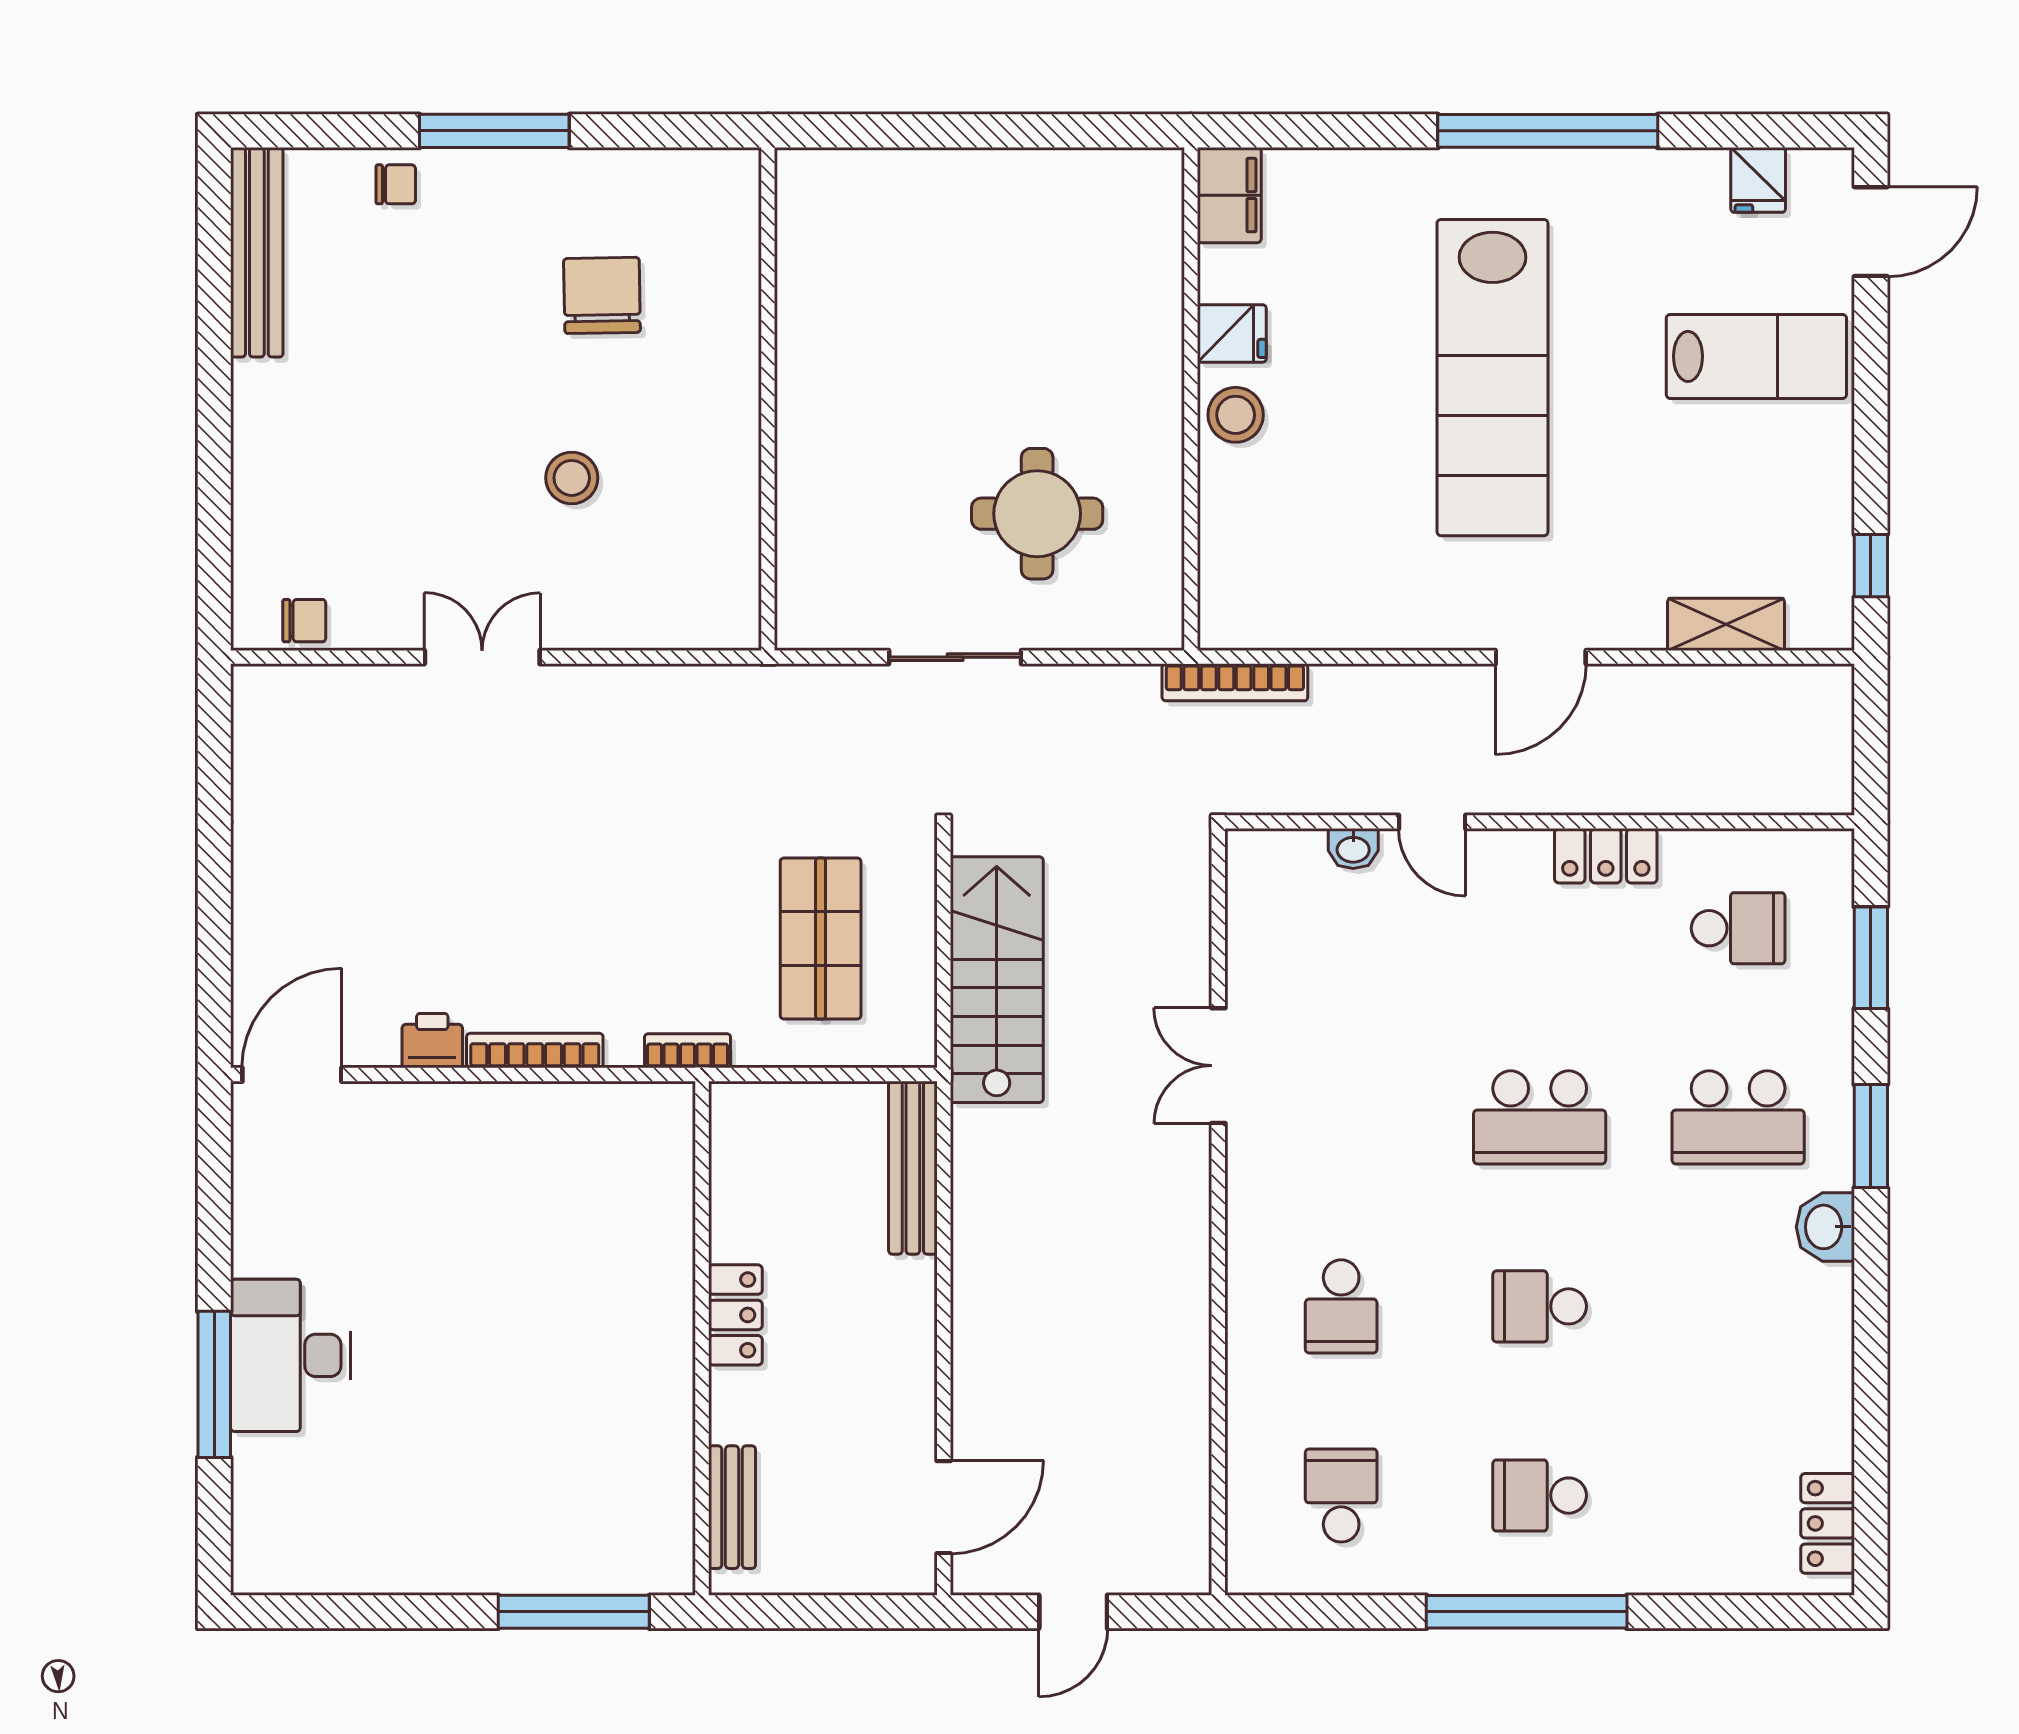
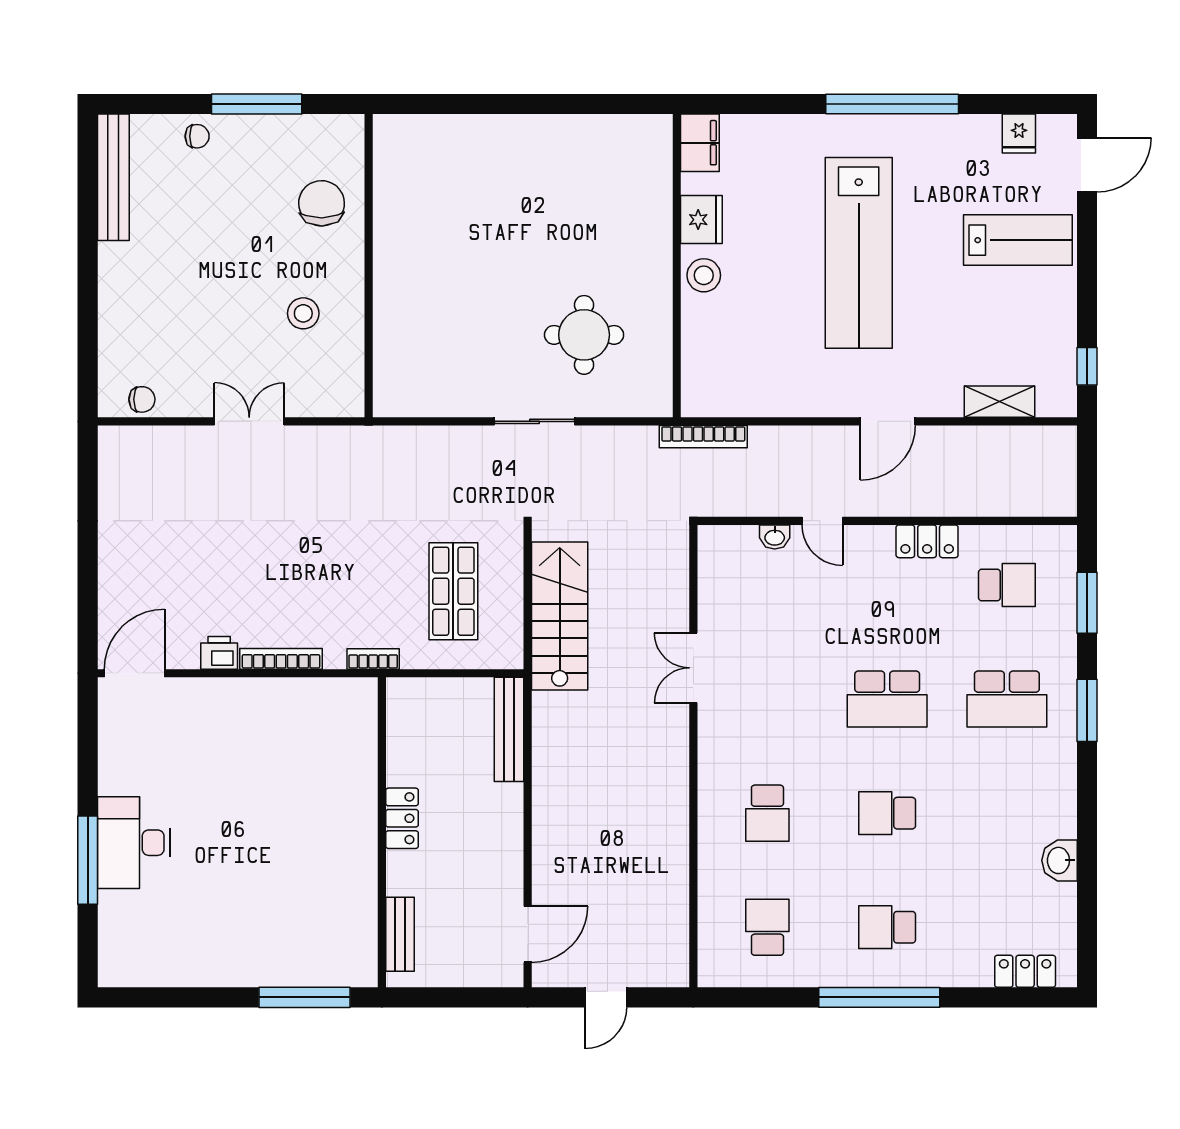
fridge: (1232, 333) -> (701, 220), width x1.38
wall: (768, 399) -> (369, 266), moved
washbasin: (1825, 1227) -> (1059, 860), moved
locker: (1828, 1523) -> (1025, 971), moved, turned 90

